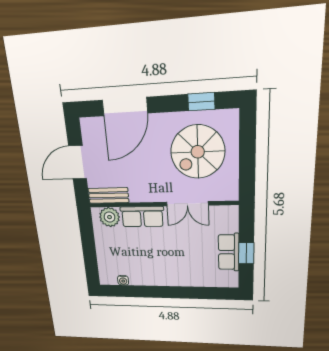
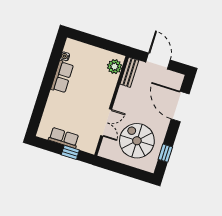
double door: (187, 204) -> (106, 123), swing flipped
row of seats: (142, 217) -> (62, 77), moved, turned 180
window: (246, 253) -> (70, 152), moved

